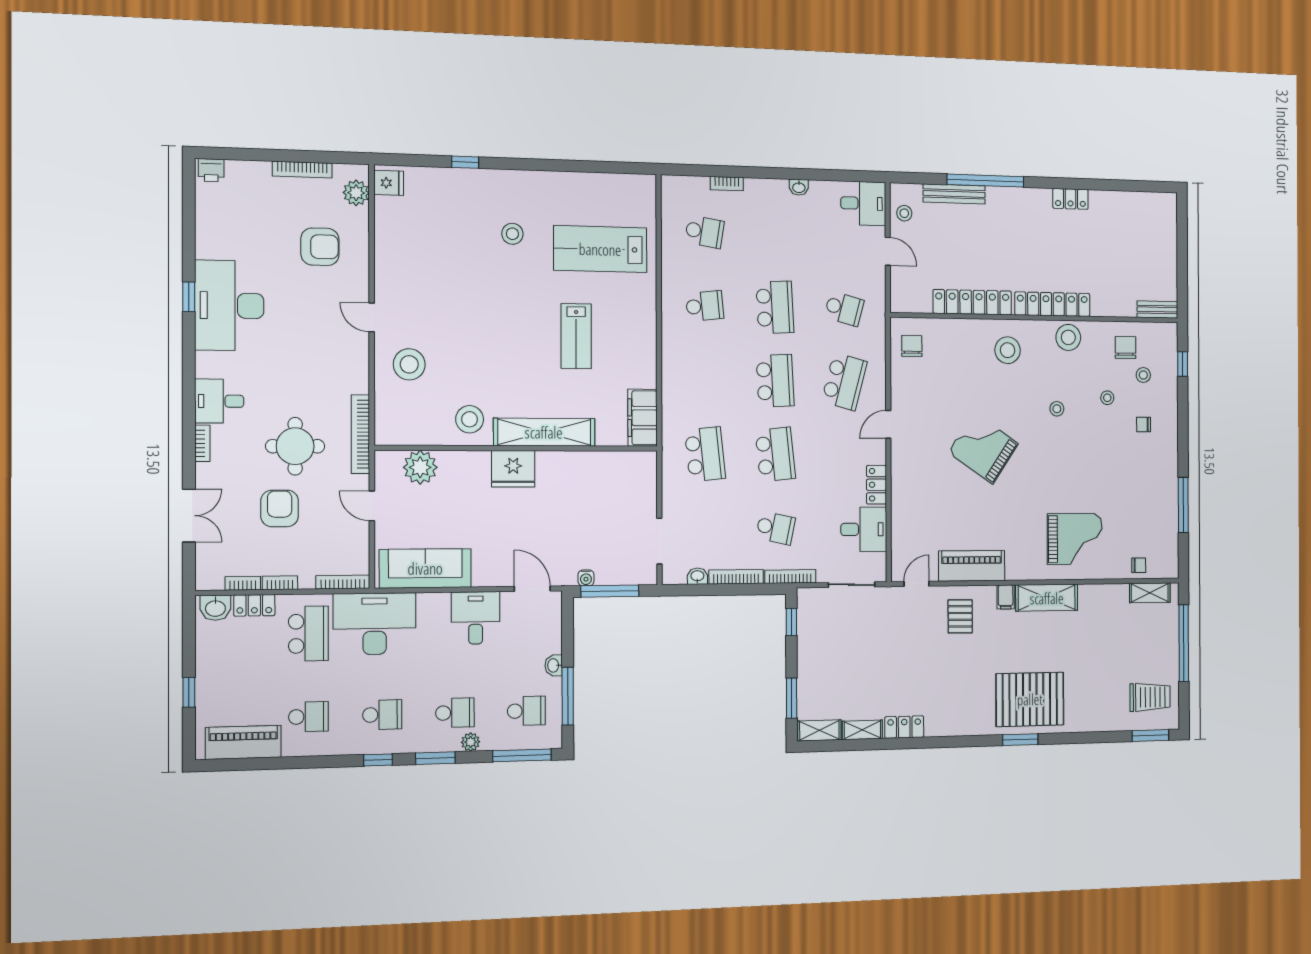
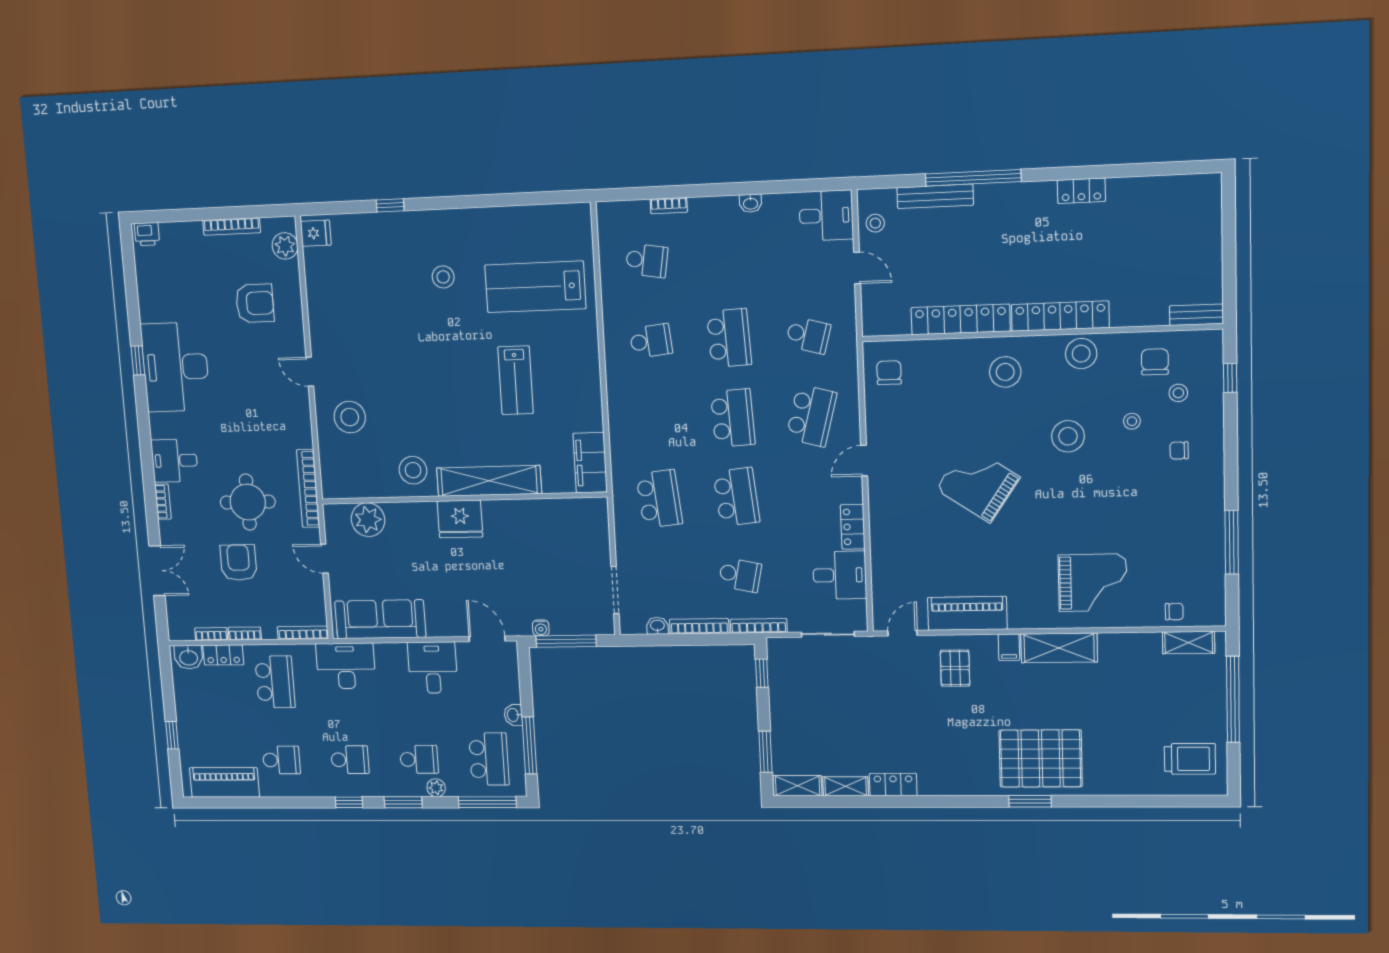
stool: (1057, 409) -> (1068, 436), width x1.89, depth x1.89
desk: (375, 624) -> (346, 666), width x0.73, depth x0.77
school desk: (526, 711) -> (489, 759), width x1.85
window: (1150, 735) -> (1191, 801), removed

